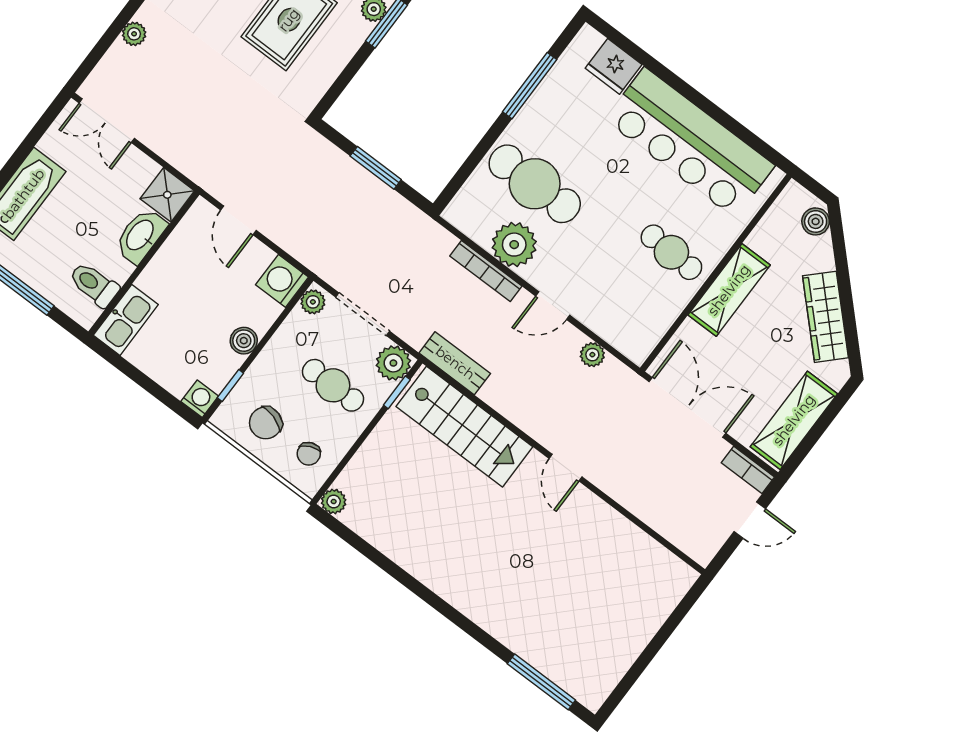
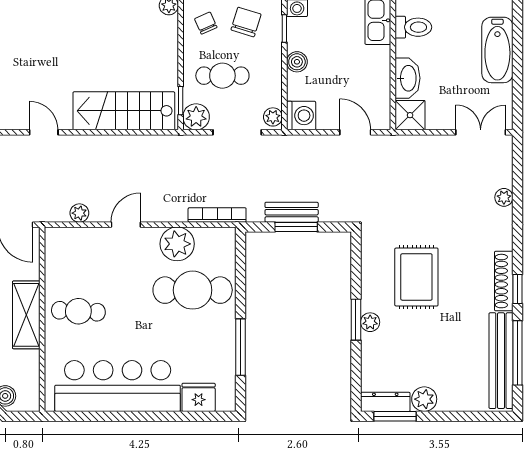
bookcase: (486, 271) -> (217, 215), moved
bench: (455, 363) -> (292, 212), moved

